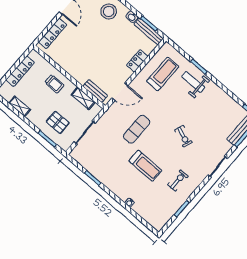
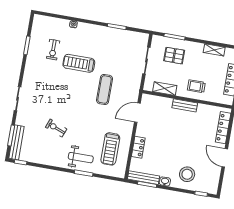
bench: (95, 91) -> (185, 105), moved
exercise bike: (183, 136) -> (56, 128), moved
exercise bike: (178, 181) -> (53, 50), moved

